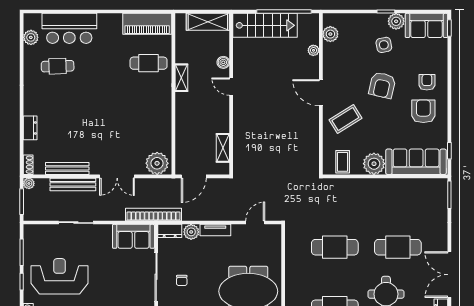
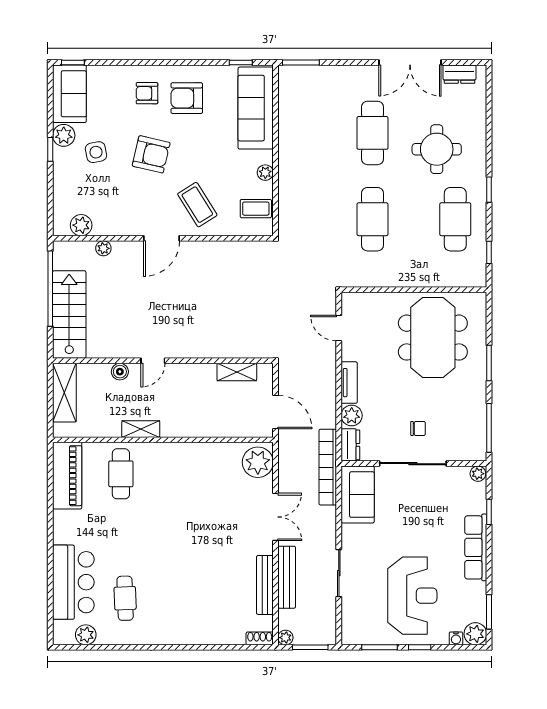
dresser: (30, 128) -> (210, 636), removed
plant: (374, 164) -> (265, 173), width x0.53, depth x0.53
reception desk: (59, 276) -> (412, 596), turned 180

